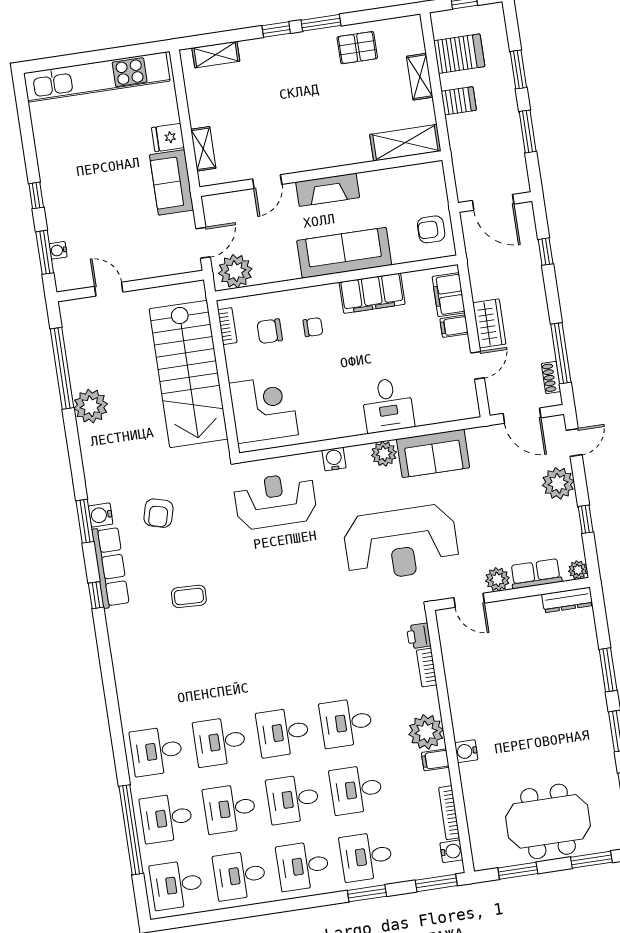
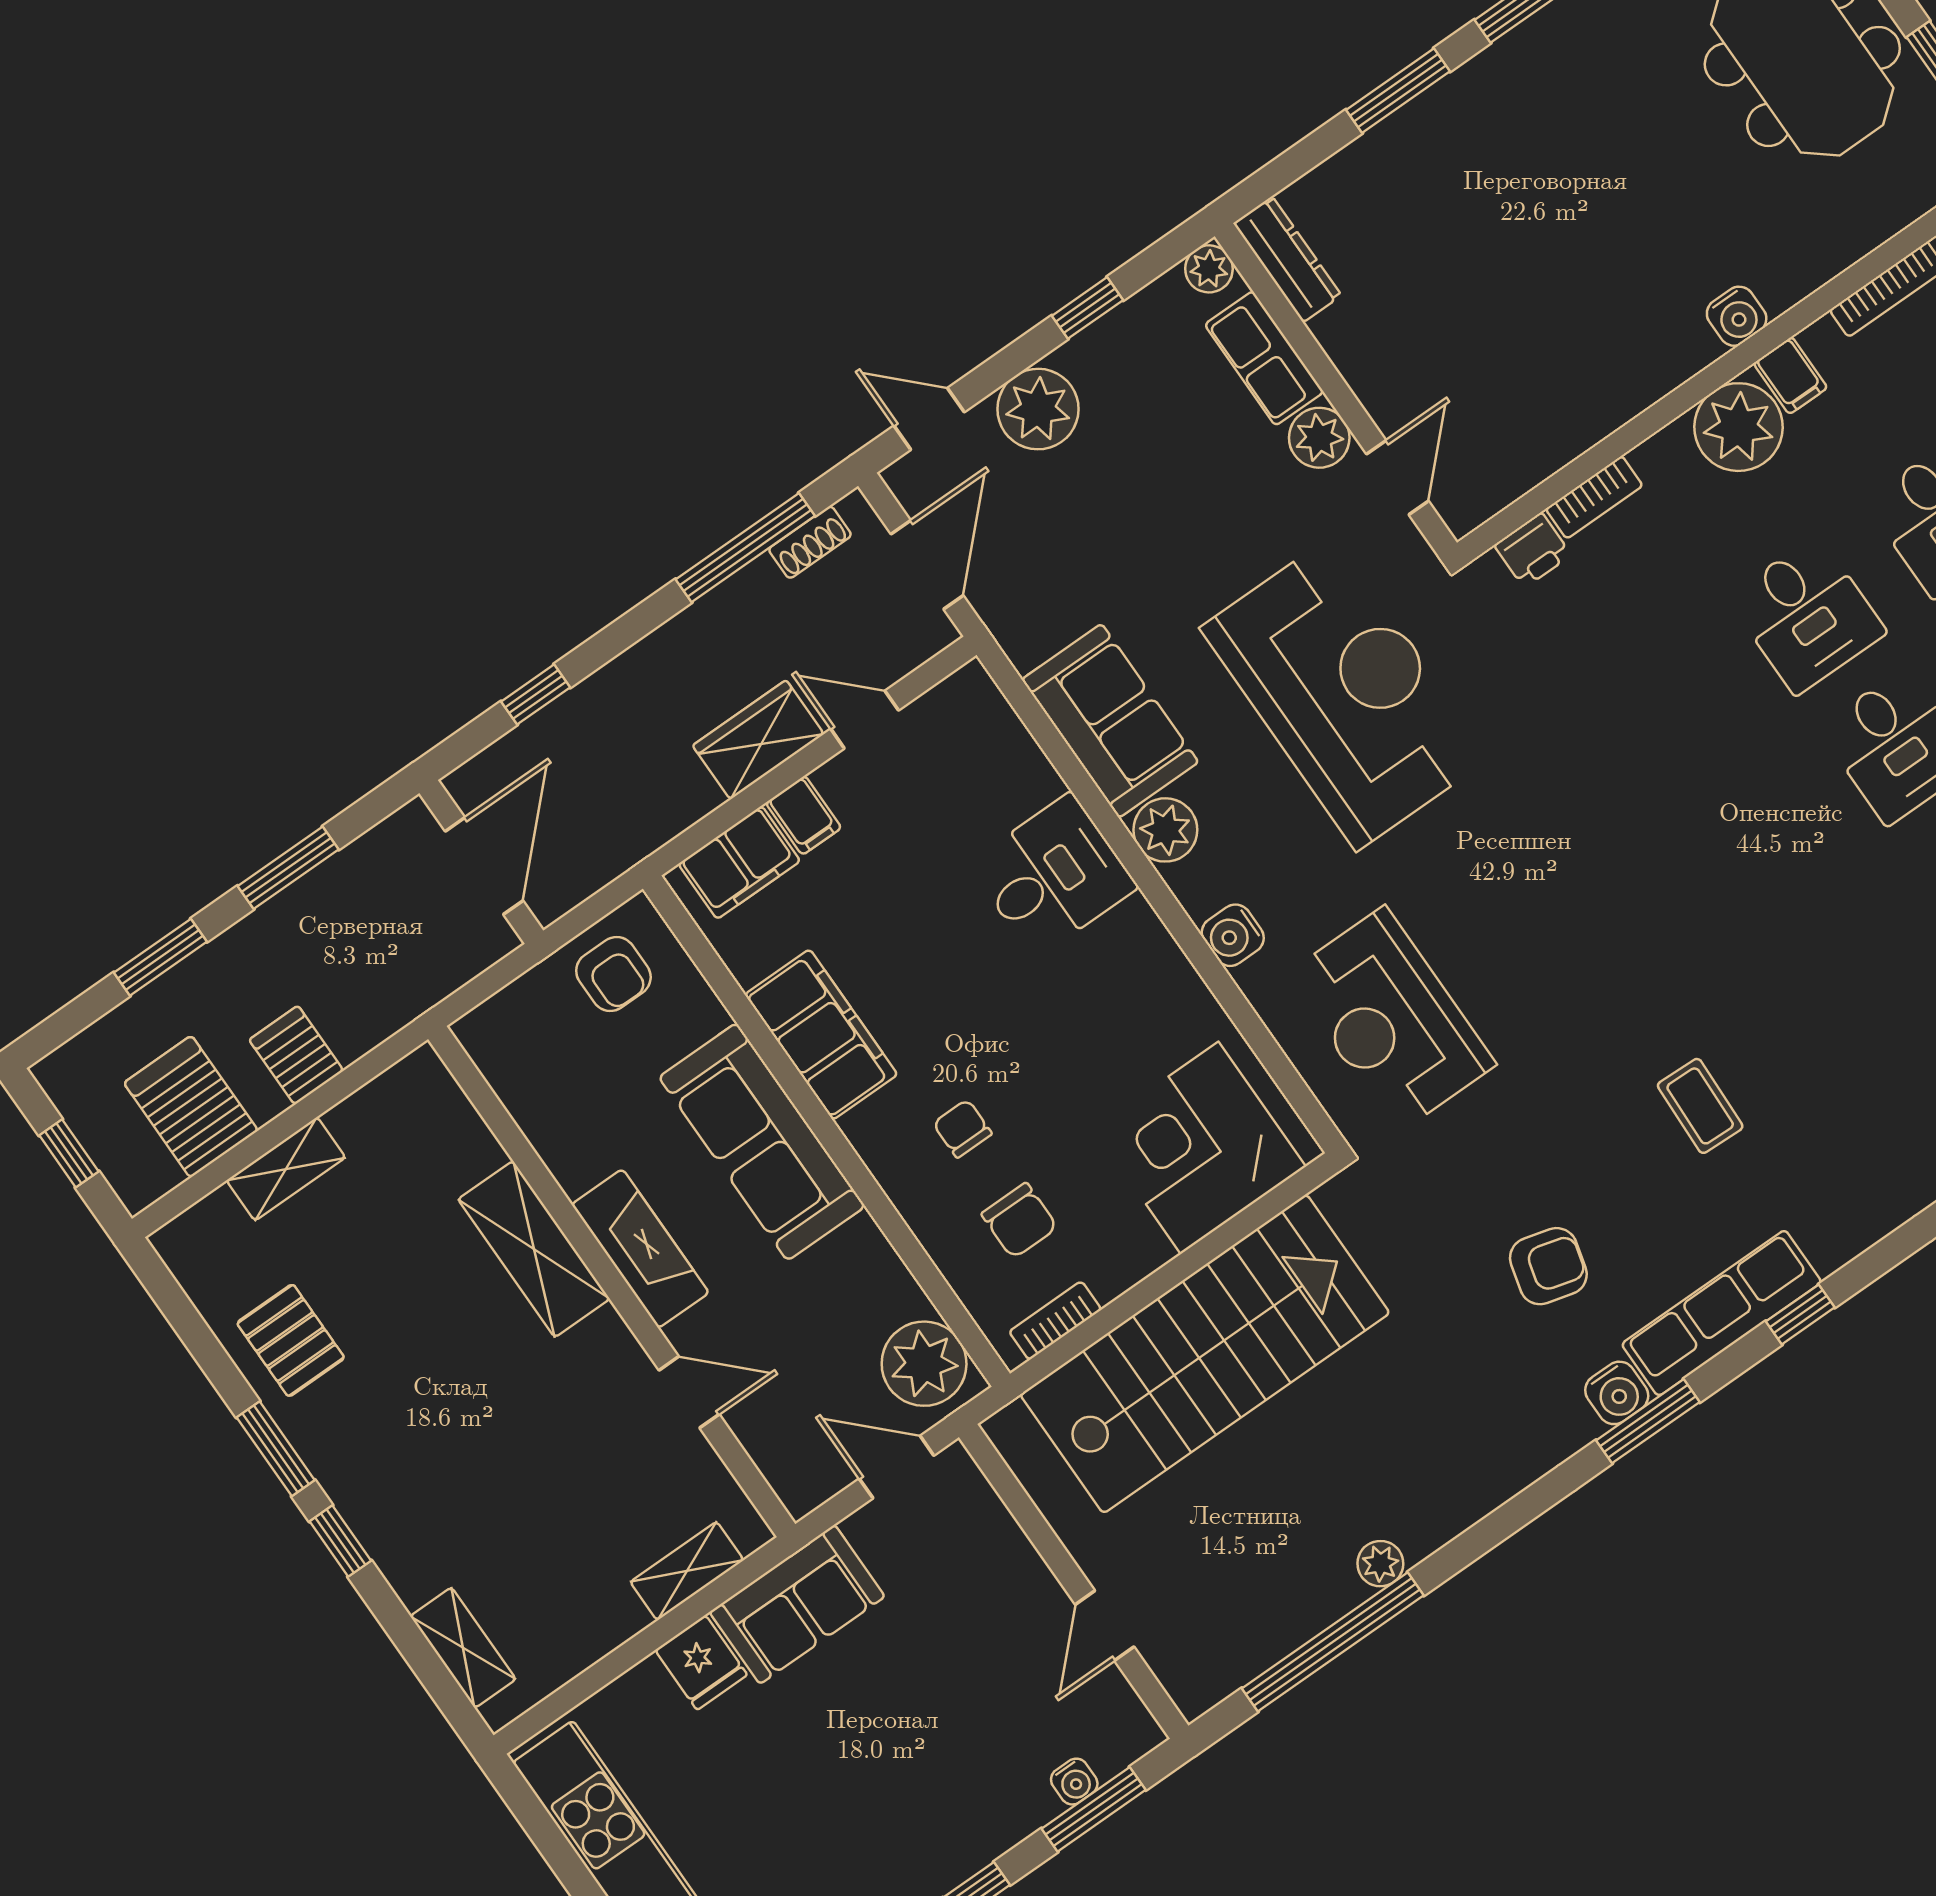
shelving: (405, 143) -> (534, 1249), moved
plant: (91, 406) -> (1380, 1564), width x0.53, depth x0.53

